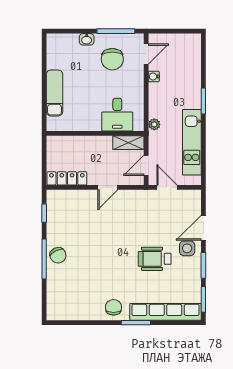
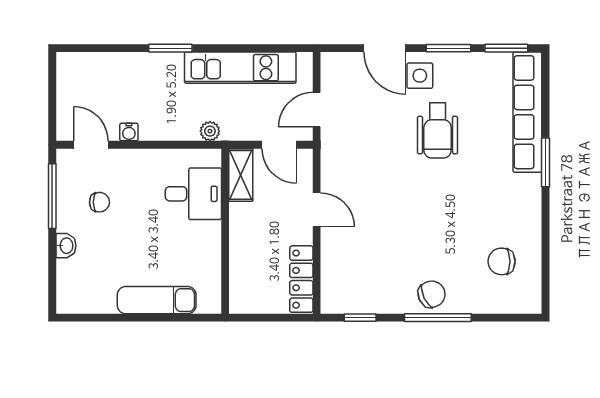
chair: (112, 59) -> (99, 202), width x0.54, depth x0.54
chair: (113, 307) -> (502, 261), moved

